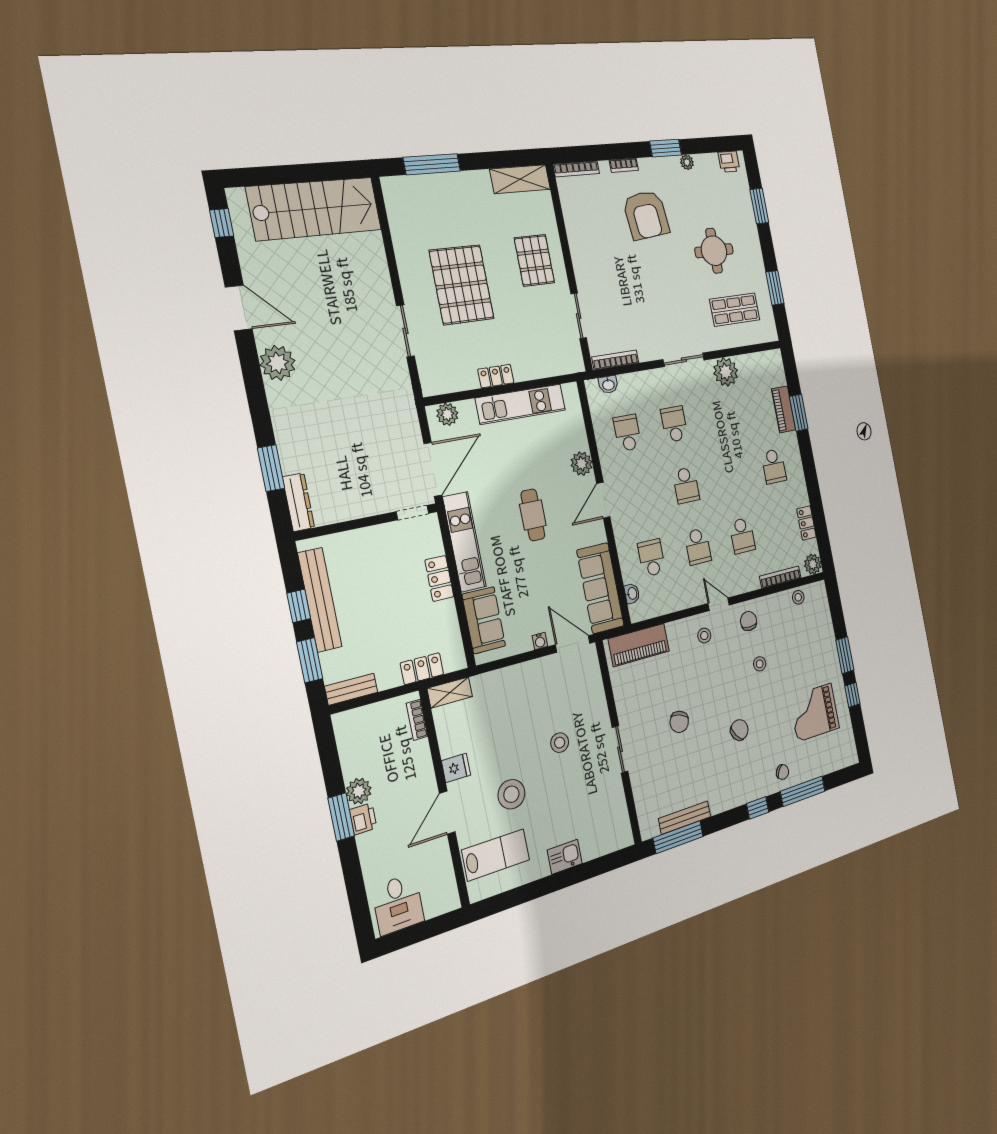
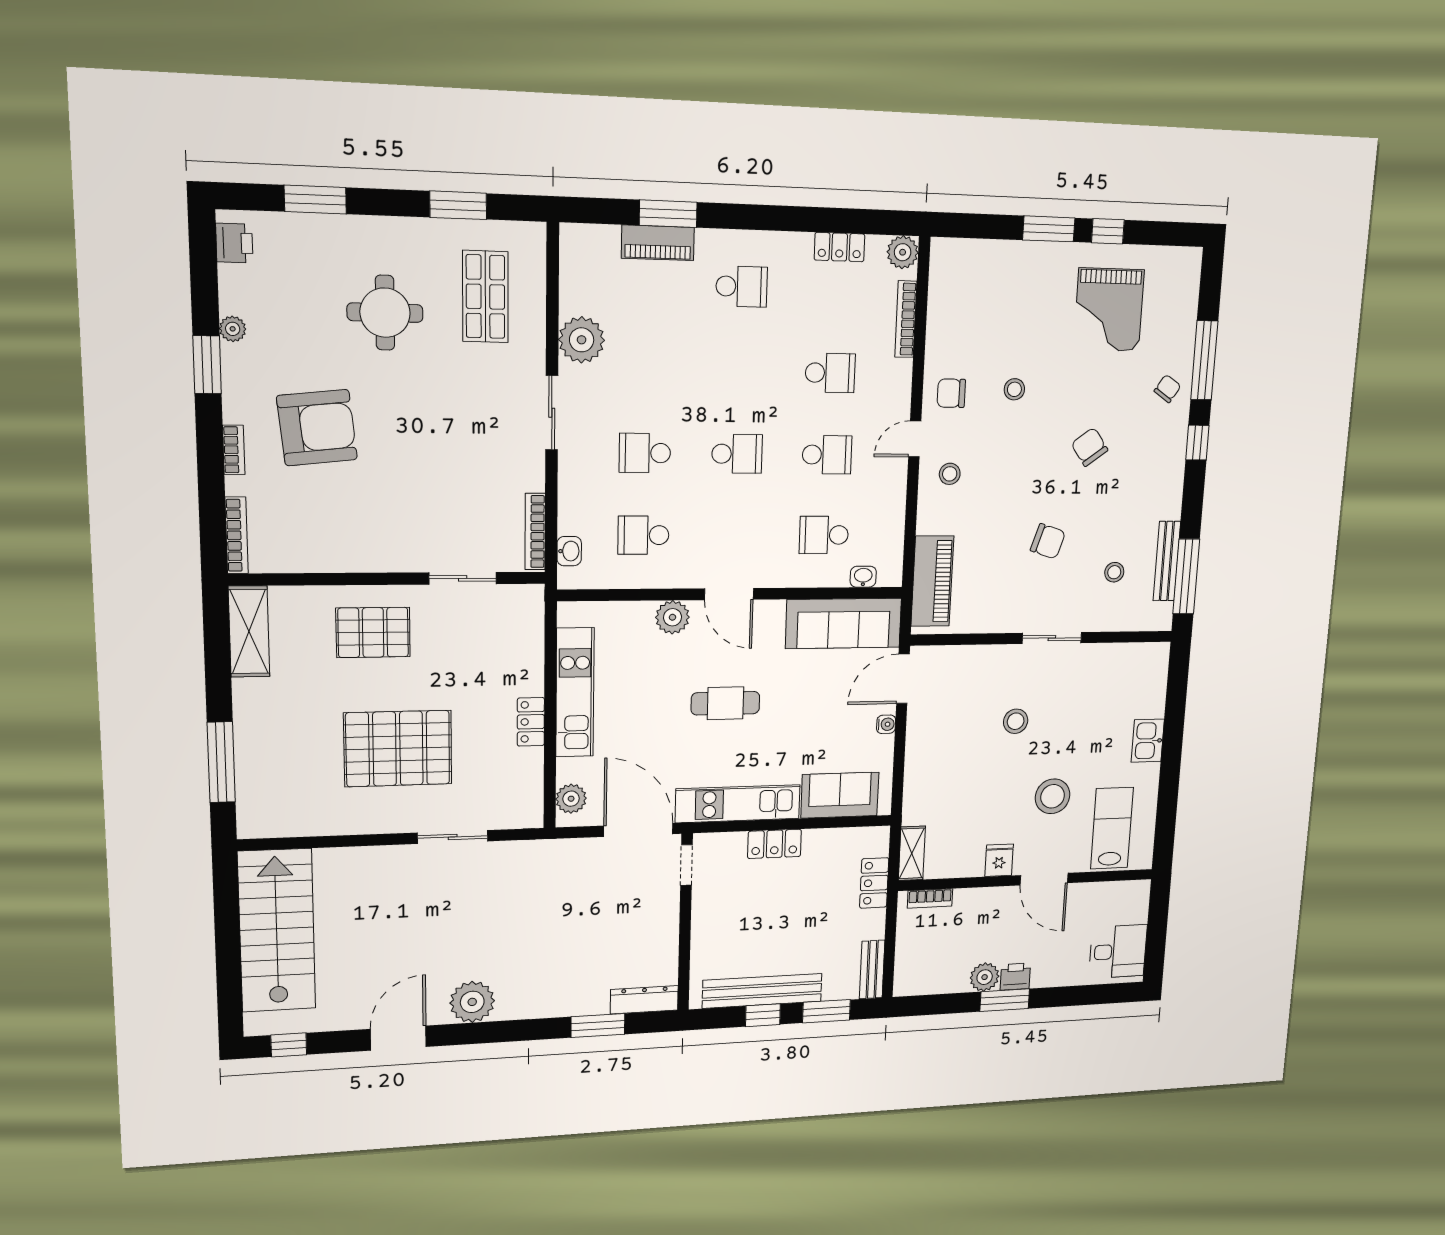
stool: (798, 597) -> (1114, 572), moved

